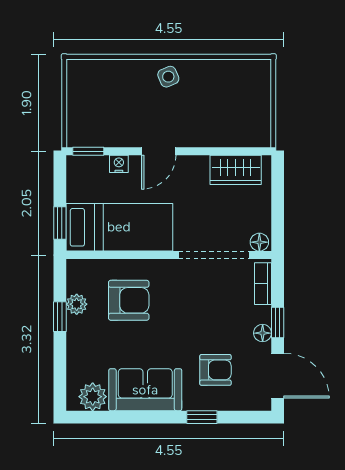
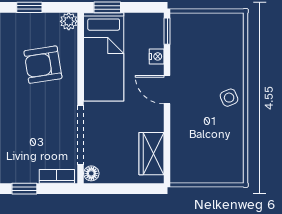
armchair: (129, 300) -> (43, 65), turned 81
plant: (77, 304) -> (69, 21), moved
floor lamp: (263, 333) -> (16, 176), removed

